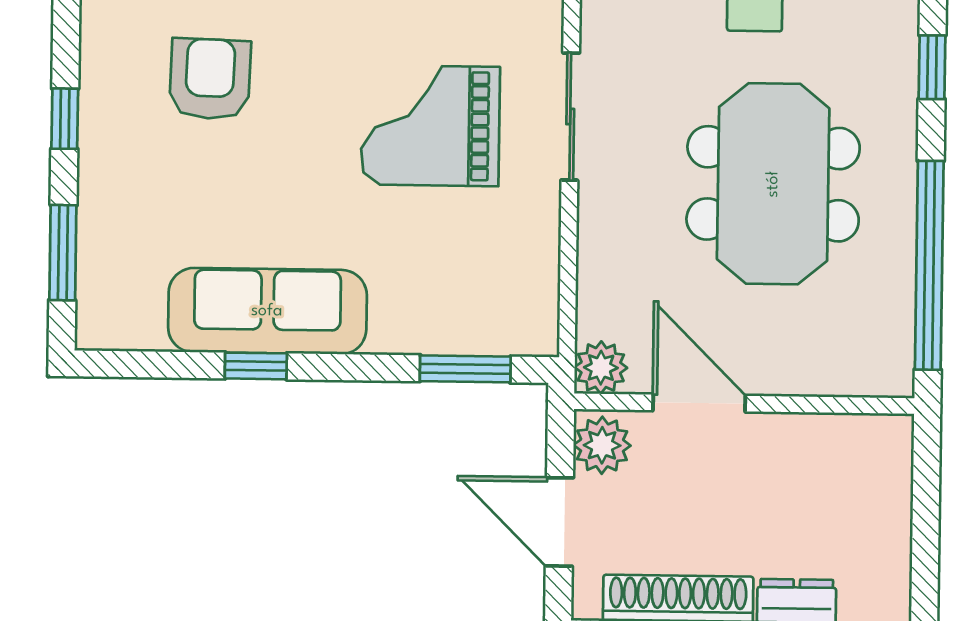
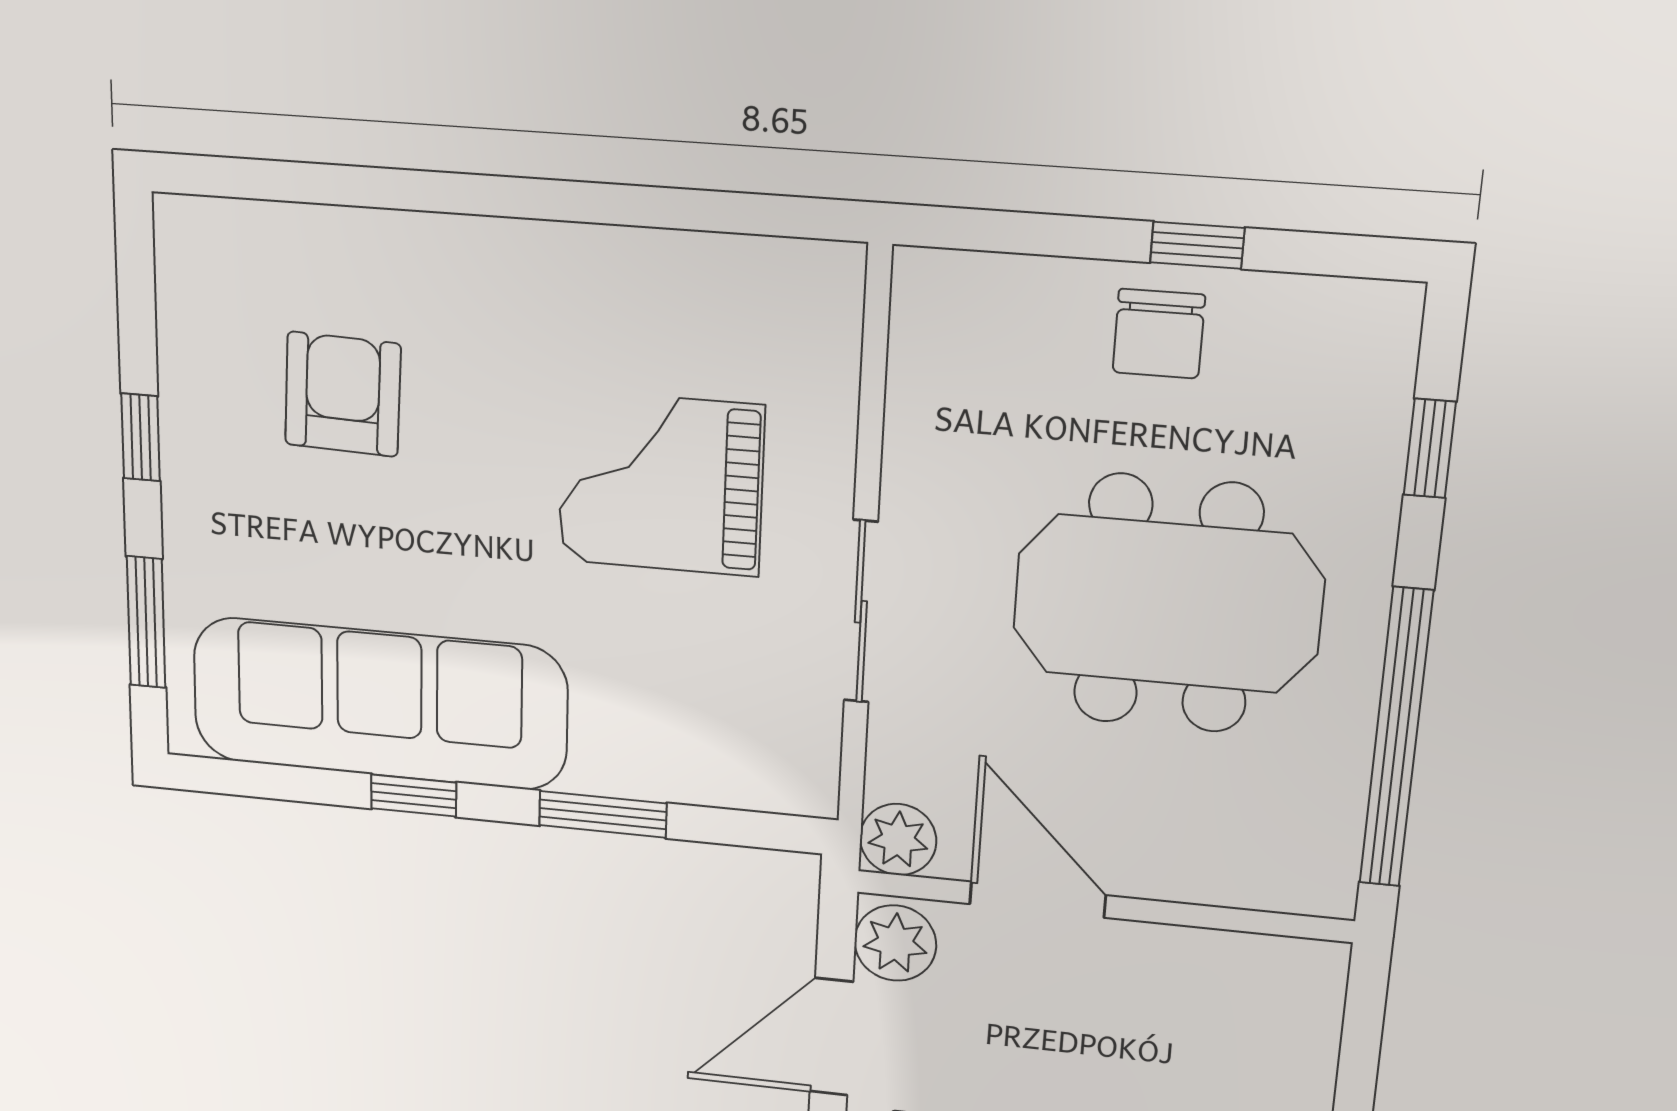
sliding door: (570, 117) -> (861, 612), moved
meeting table: (773, 184) -> (1168, 604), turned 90
sofa: (267, 311) -> (379, 704), width x1.36, depth x1.27
window: (465, 369) -> (603, 814), moved
door: (559, 522) -> (831, 1037), hinge flipped

